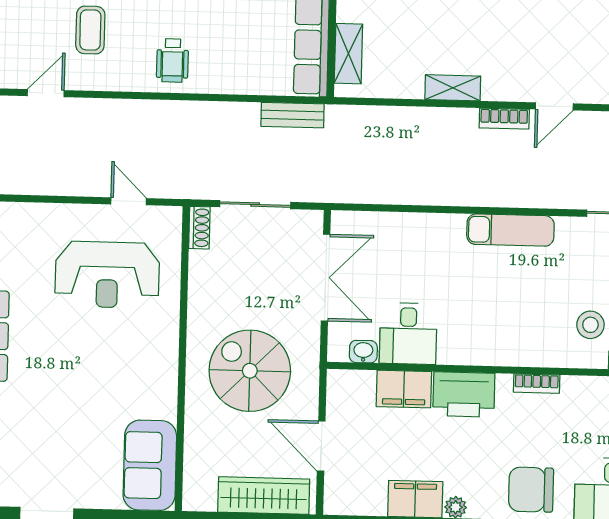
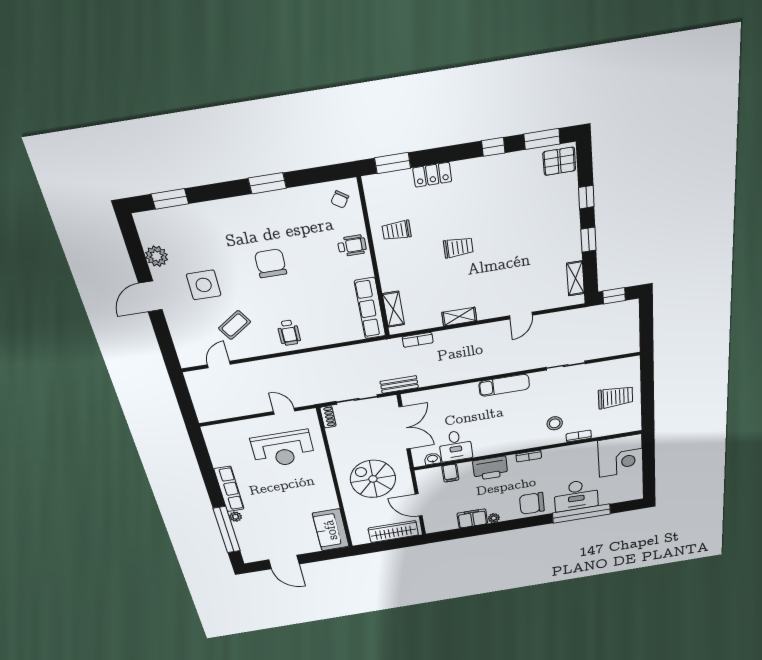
coffee table: (90, 30) -> (235, 325), turned 57
bench: (292, 115) -> (399, 384), moved
bookcase: (504, 119) -> (418, 340), moved
filing cabinet: (404, 389) -> (450, 473), width x0.50

